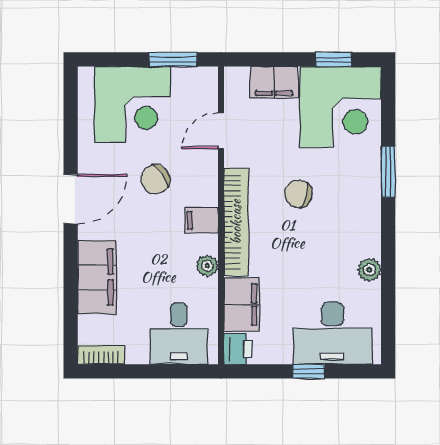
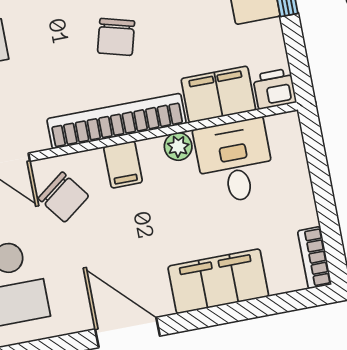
chair: (155, 179) -> (63, 197), moved
chair: (299, 194) -> (116, 37), moved
desk: (179, 334) -> (235, 161), moved, turned -90

